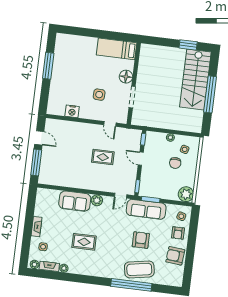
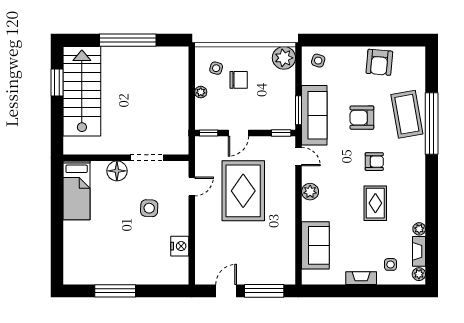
stairs: (195, 80) -> (82, 91), moved, turned -90
rug: (103, 157) -> (243, 191), width x1.86, depth x2.06
sofa: (75, 201) -> (315, 245), moved
armchair: (178, 233) -> (374, 162), moved

